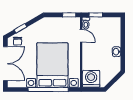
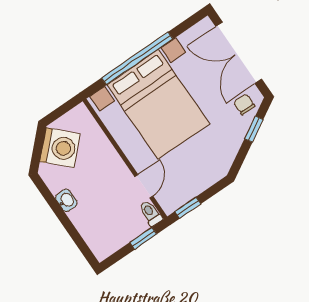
door: (81, 36) -> (144, 186), swing flipped
washing machine: (91, 79) -> (60, 148), moved, turned -45

